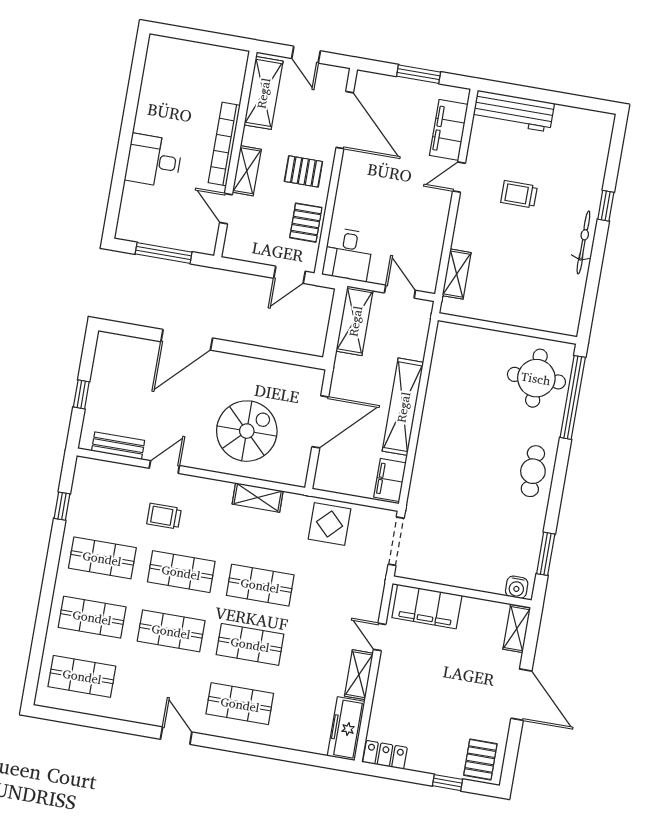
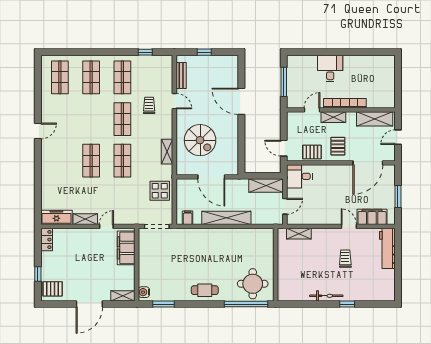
filing cabinet: (390, 480) -> (188, 218), width x0.50
shop shelf: (171, 631) -> (91, 119), removed
shop shelf: (240, 704) -> (60, 161), removed

